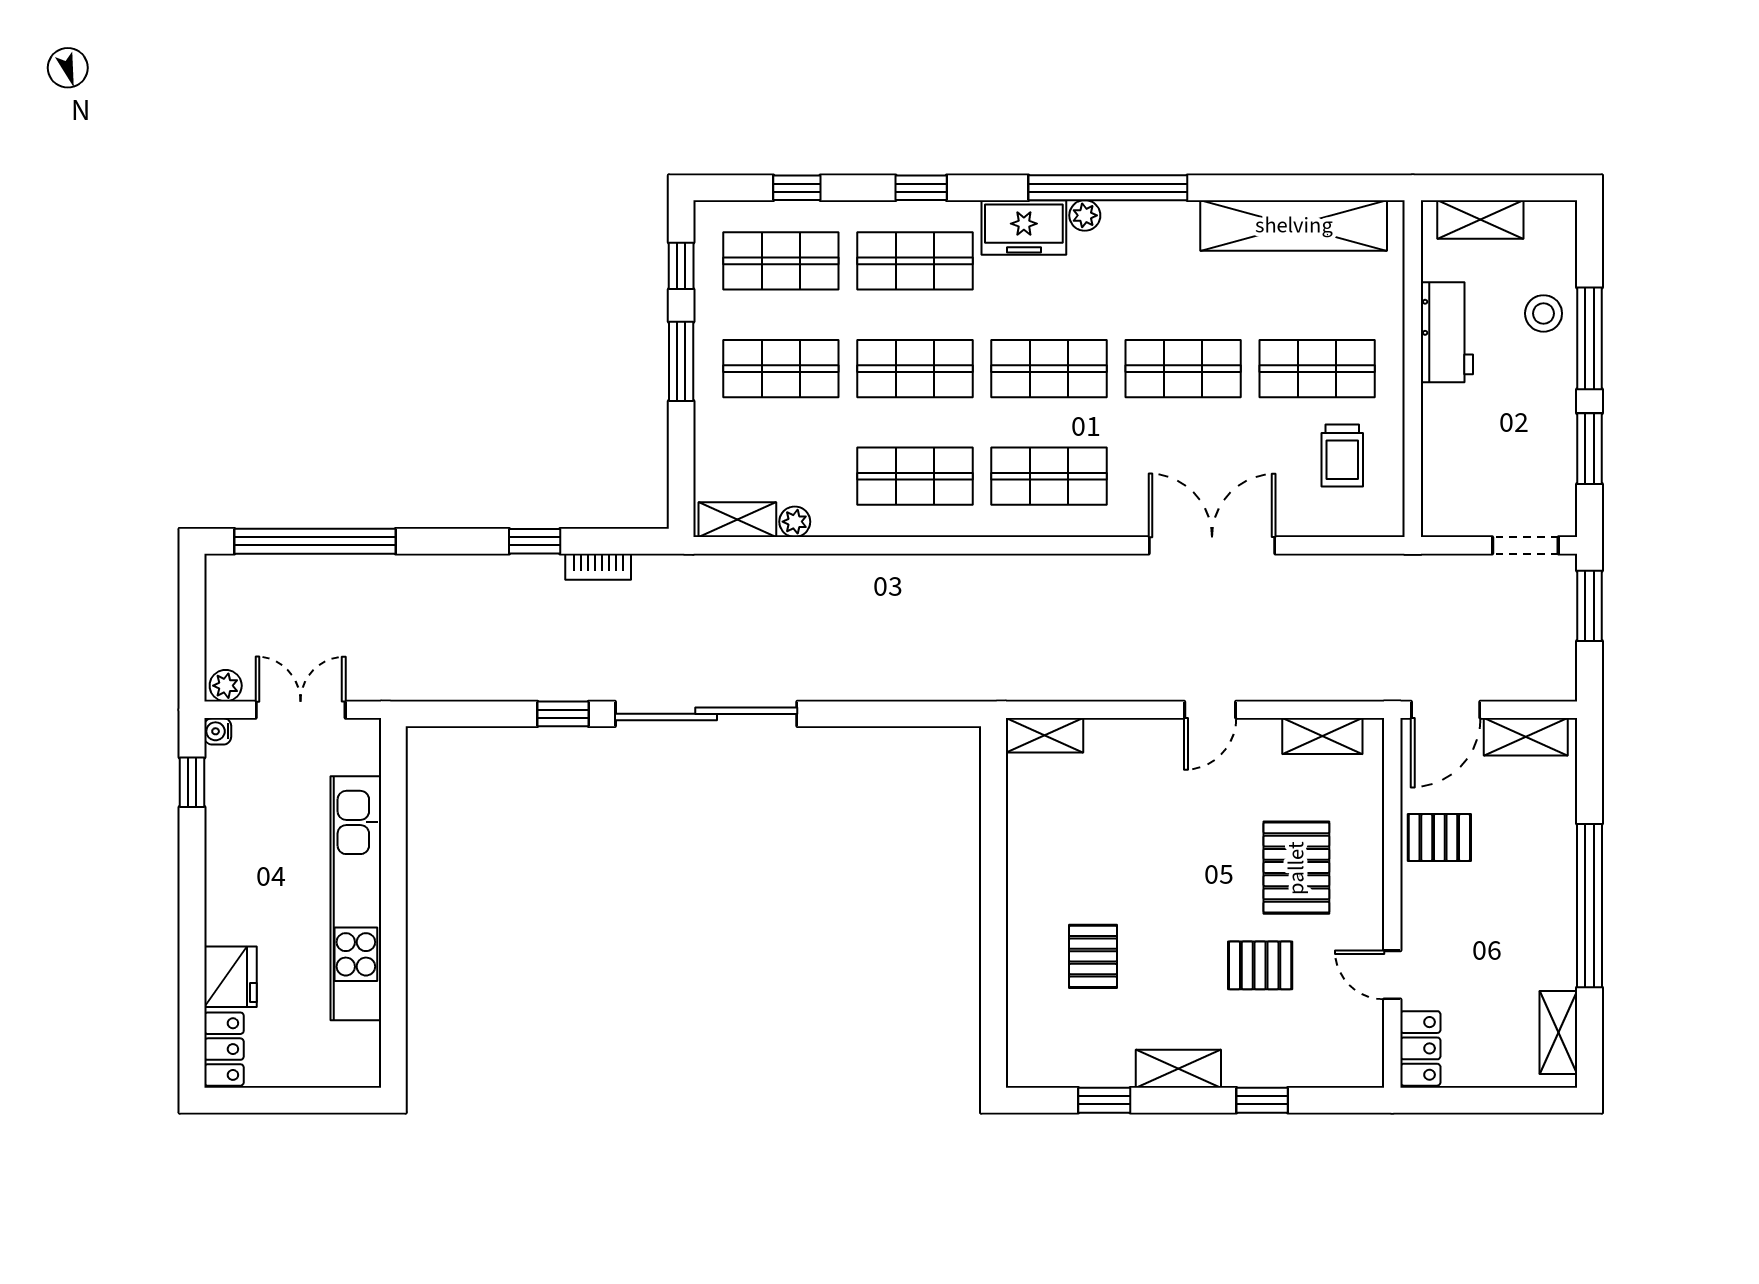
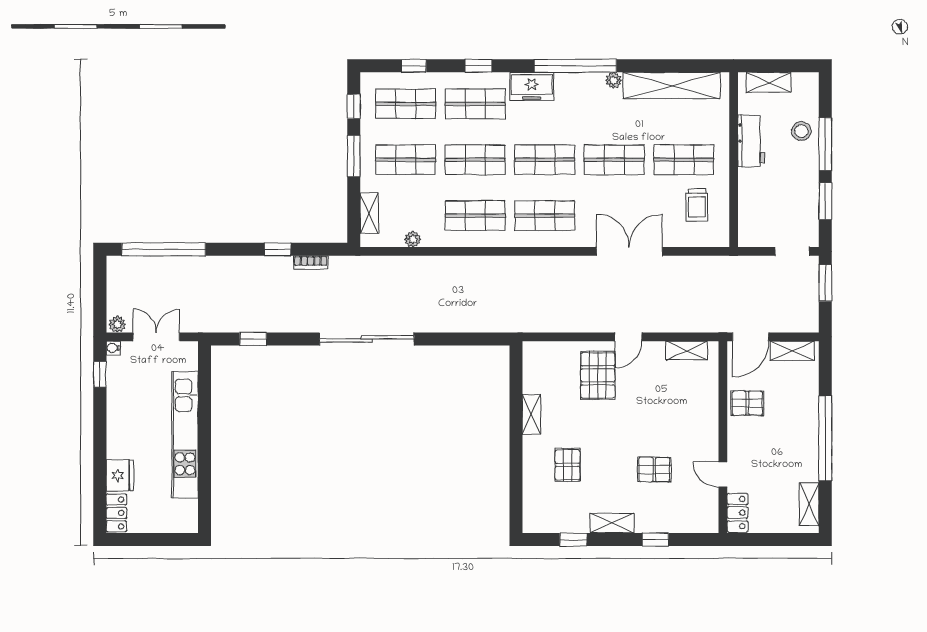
plant: (1085, 215) -> (614, 80), moved
shelving: (737, 520) -> (369, 213), moved, turned 90
window: (563, 714) -> (253, 339), moved
shelving: (1044, 735) -> (531, 414), moved, turned 90
pallet: (1296, 868) -> (598, 375), moved

